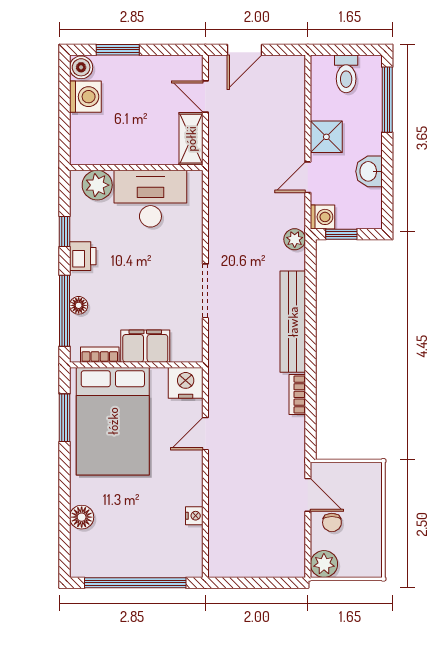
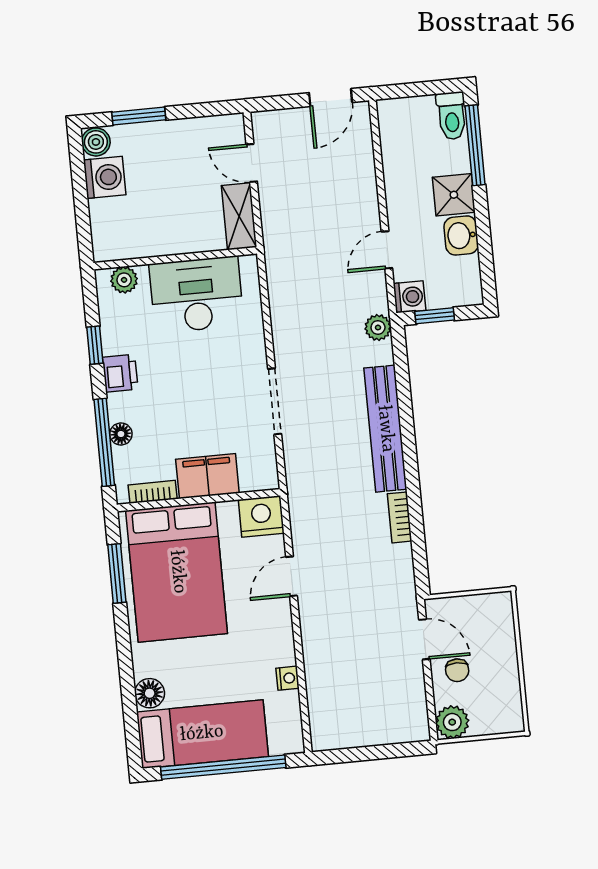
door: (244, 50) -> (331, 98), moved
toilet: (346, 74) -> (452, 116), moved
shower: (326, 137) -> (454, 195), moved
plant: (97, 185) -> (124, 280), width x0.73, depth x0.73
bed: (121, 554) -> (202, 734), added

